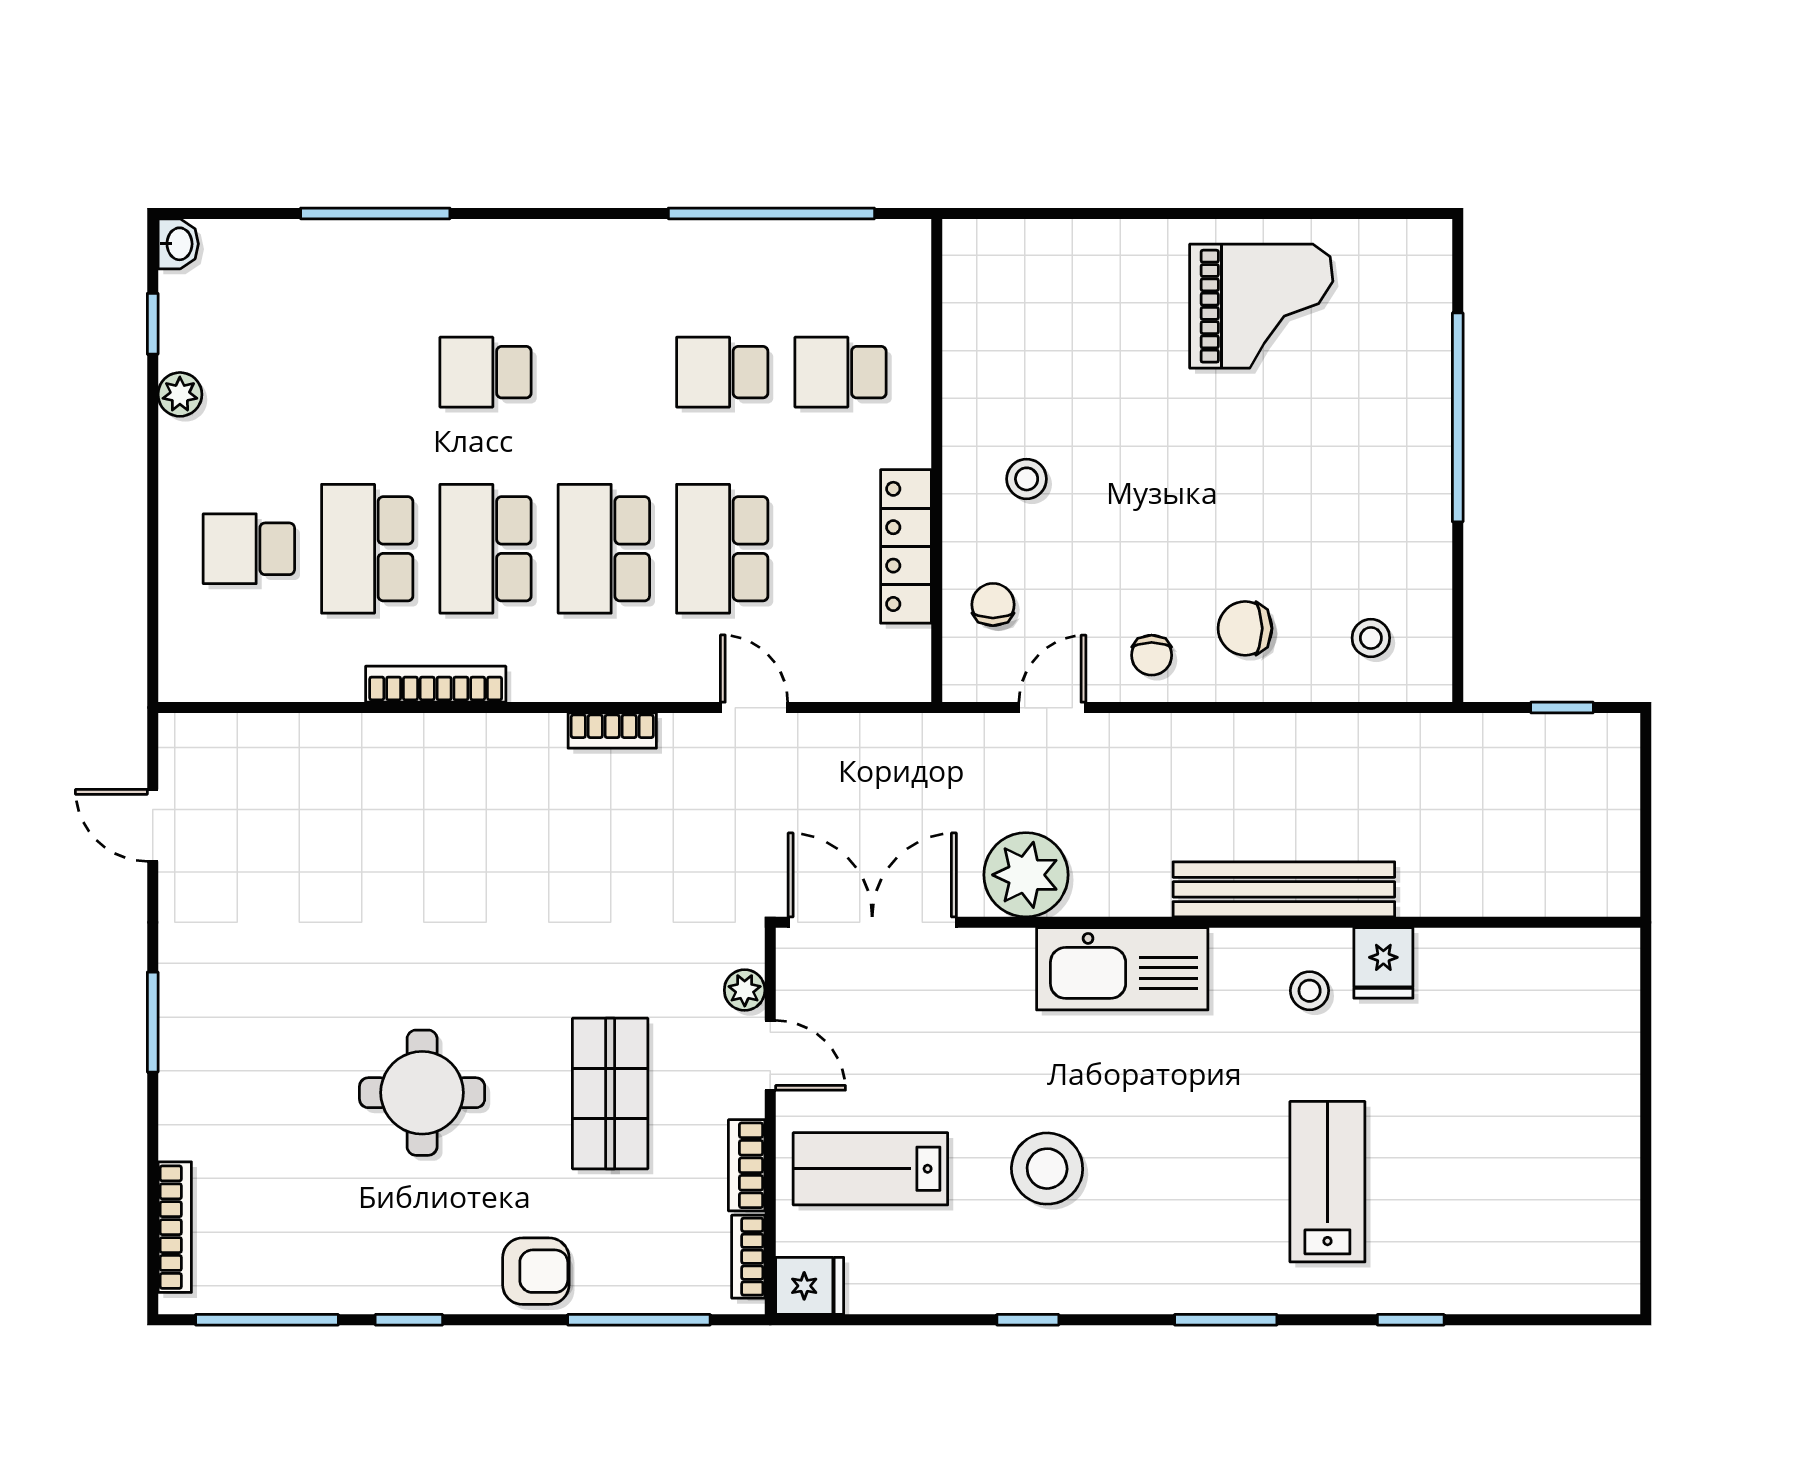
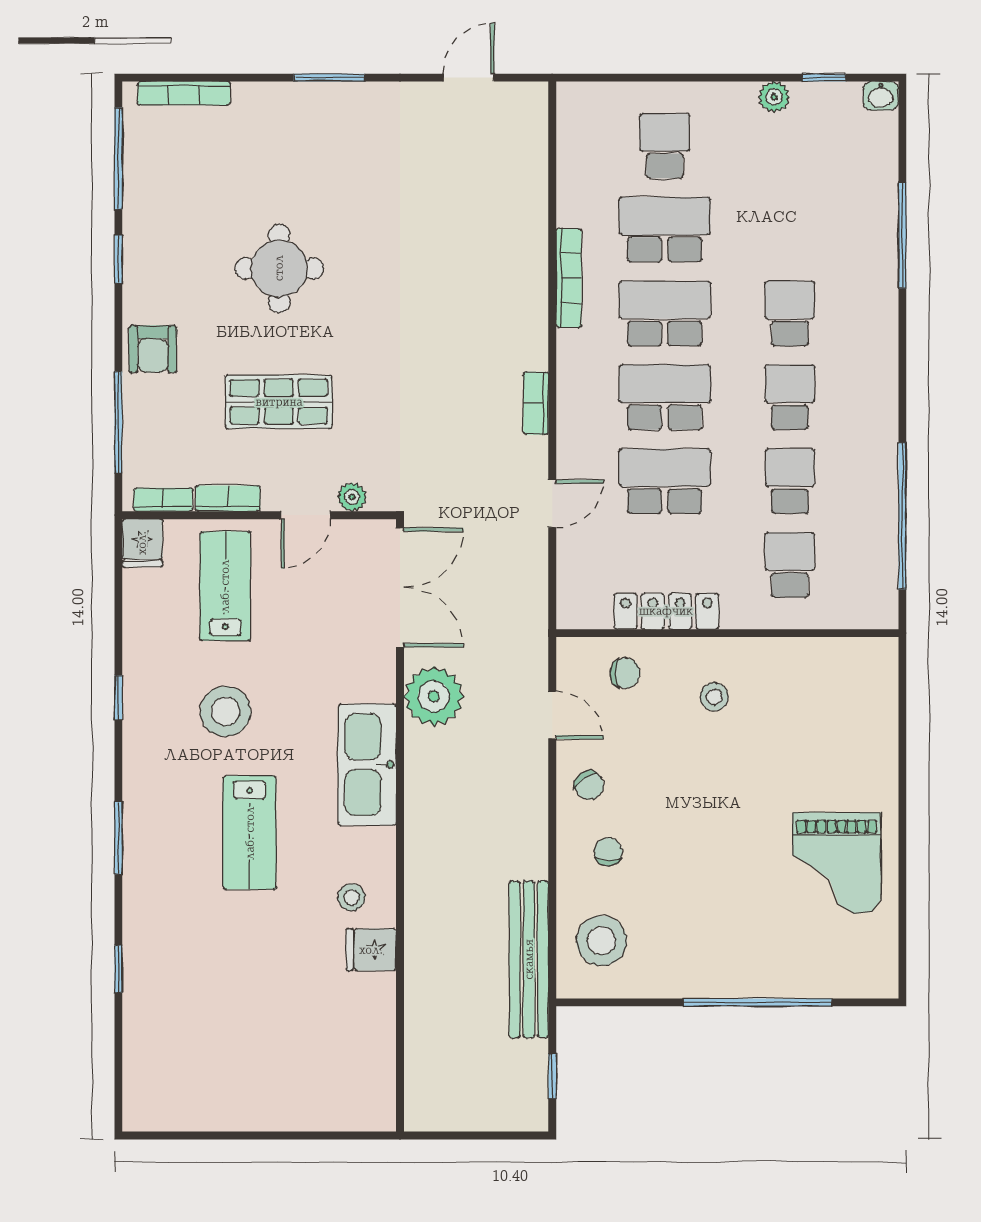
school desk: (604, 372) -> (790, 397), added
chair: (1245, 628) -> (608, 852), width x0.73, depth x0.73
stool: (1371, 638) -> (601, 941), width x1.89, depth x1.89
chair: (1152, 655) -> (589, 785), turned -126
bench: (1284, 889) -> (529, 959), moved
lab bench: (1327, 1182) -> (250, 833), moved, turned 90

